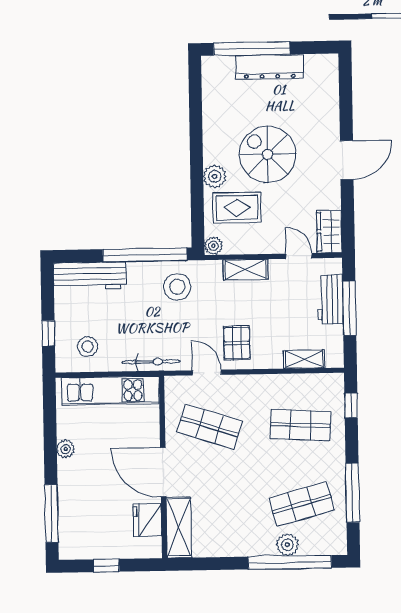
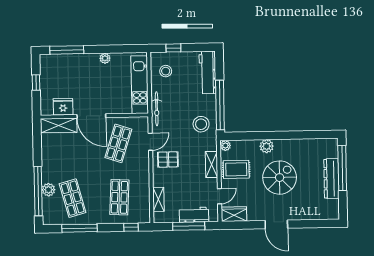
rug: (237, 208) -> (236, 169), moved, turned 90
door: (163, 472) -> (91, 116), swing flipped

